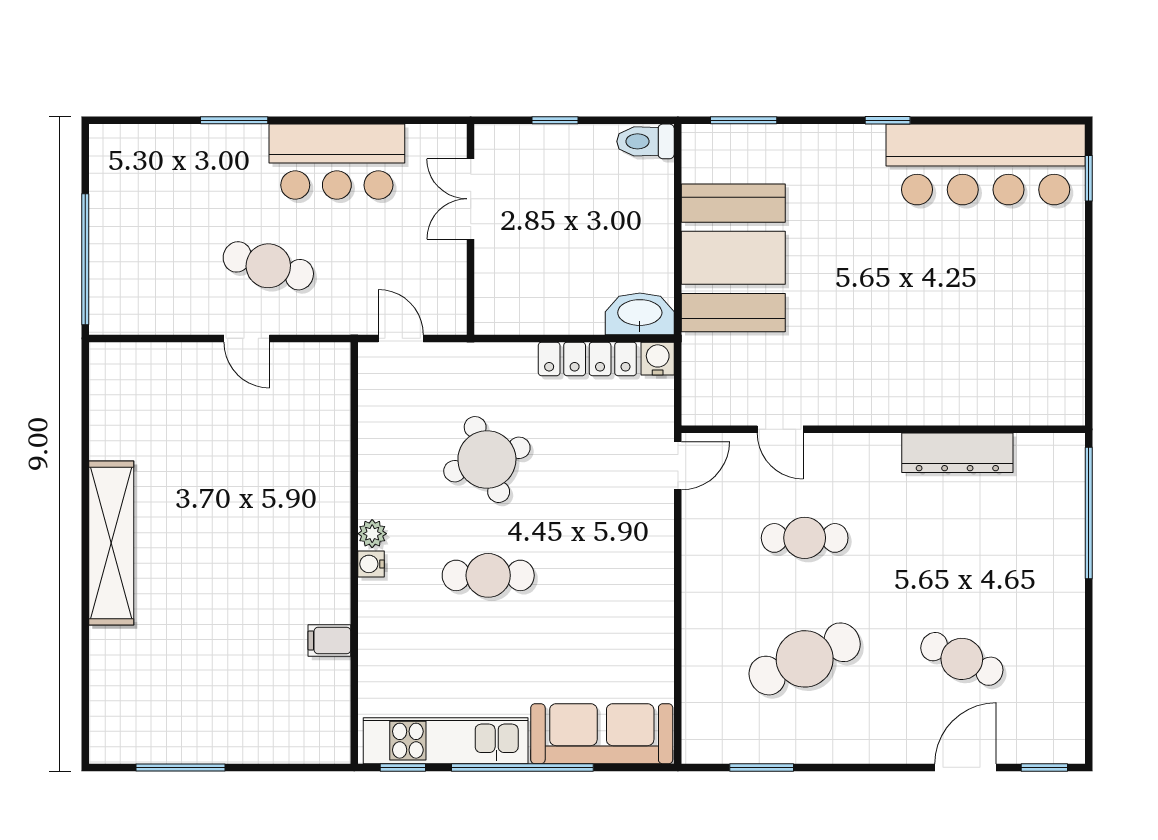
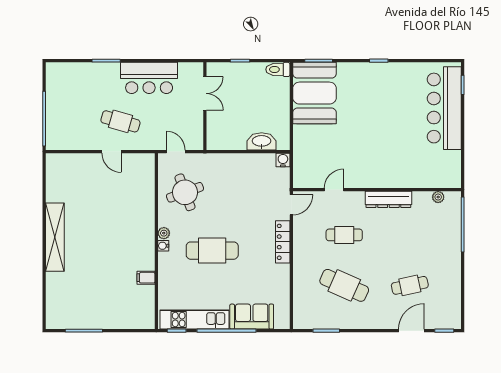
bar counter: (986, 164) -> (444, 108), moved, turned 90
double door: (471, 199) -> (205, 93), swing flipped
booth: (733, 258) -> (314, 93), moved
washbasin: (640, 314) -> (262, 141), moved
locker: (587, 359) -> (283, 242), moved, turned 90
door: (780, 429) -> (334, 190), swing flipped
plant: (1030, 447) -> (438, 197), added
dresser: (957, 453) -> (388, 199), moved
round table: (487, 460) -> (185, 192), moved
cafe table: (488, 575) -> (212, 251), width x1.37, depth x1.35
cafe table: (805, 659) -> (344, 285), turned 48
cafe table: (962, 659) -> (410, 285), turned -36
sofa: (602, 734) -> (252, 317), width x0.73

